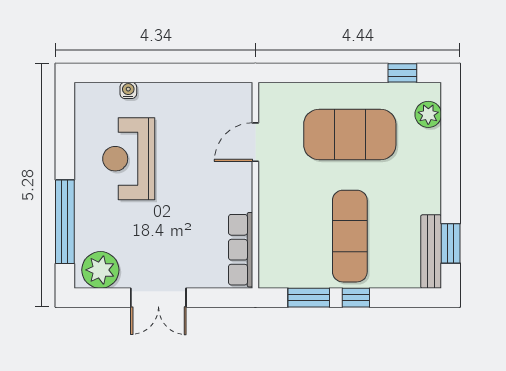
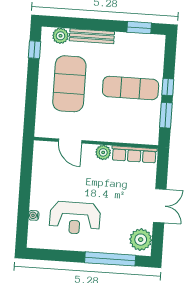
plant: (240, 198) -> (103, 152), added
bench: (431, 252) -> (92, 36), moved

